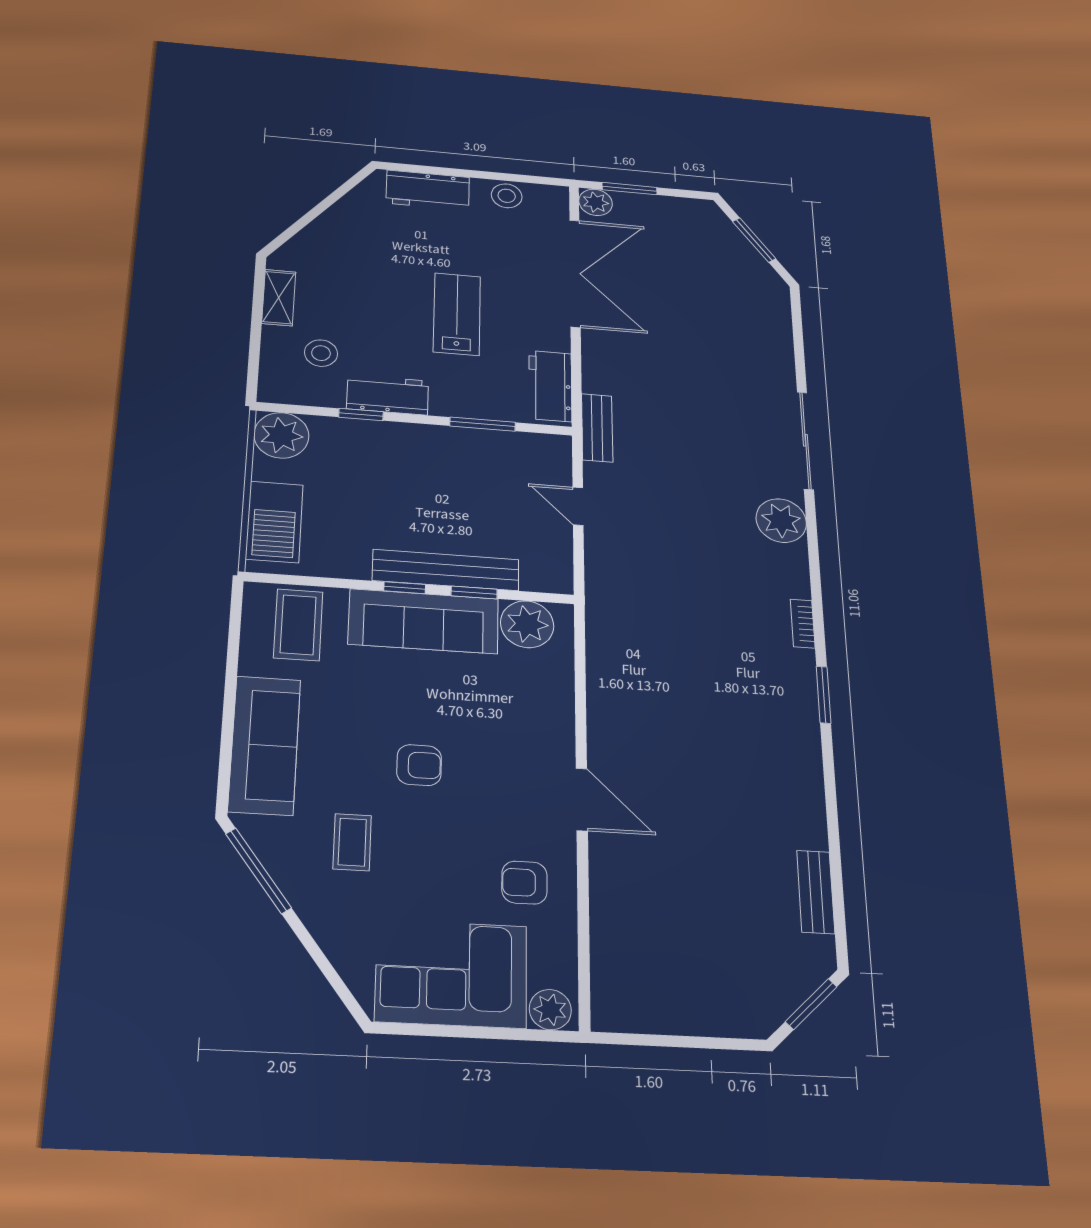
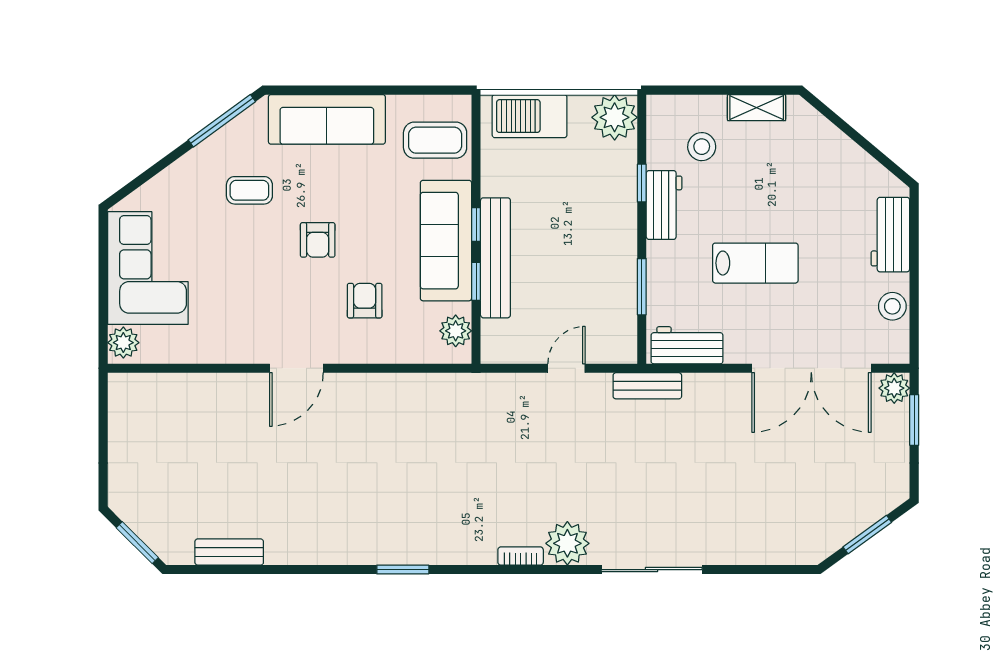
plant: (527, 624) -> (456, 331), width x0.73, depth x0.73
bookcase: (803, 624) -> (521, 556), moved
armchair: (524, 883) -> (365, 301), moved

